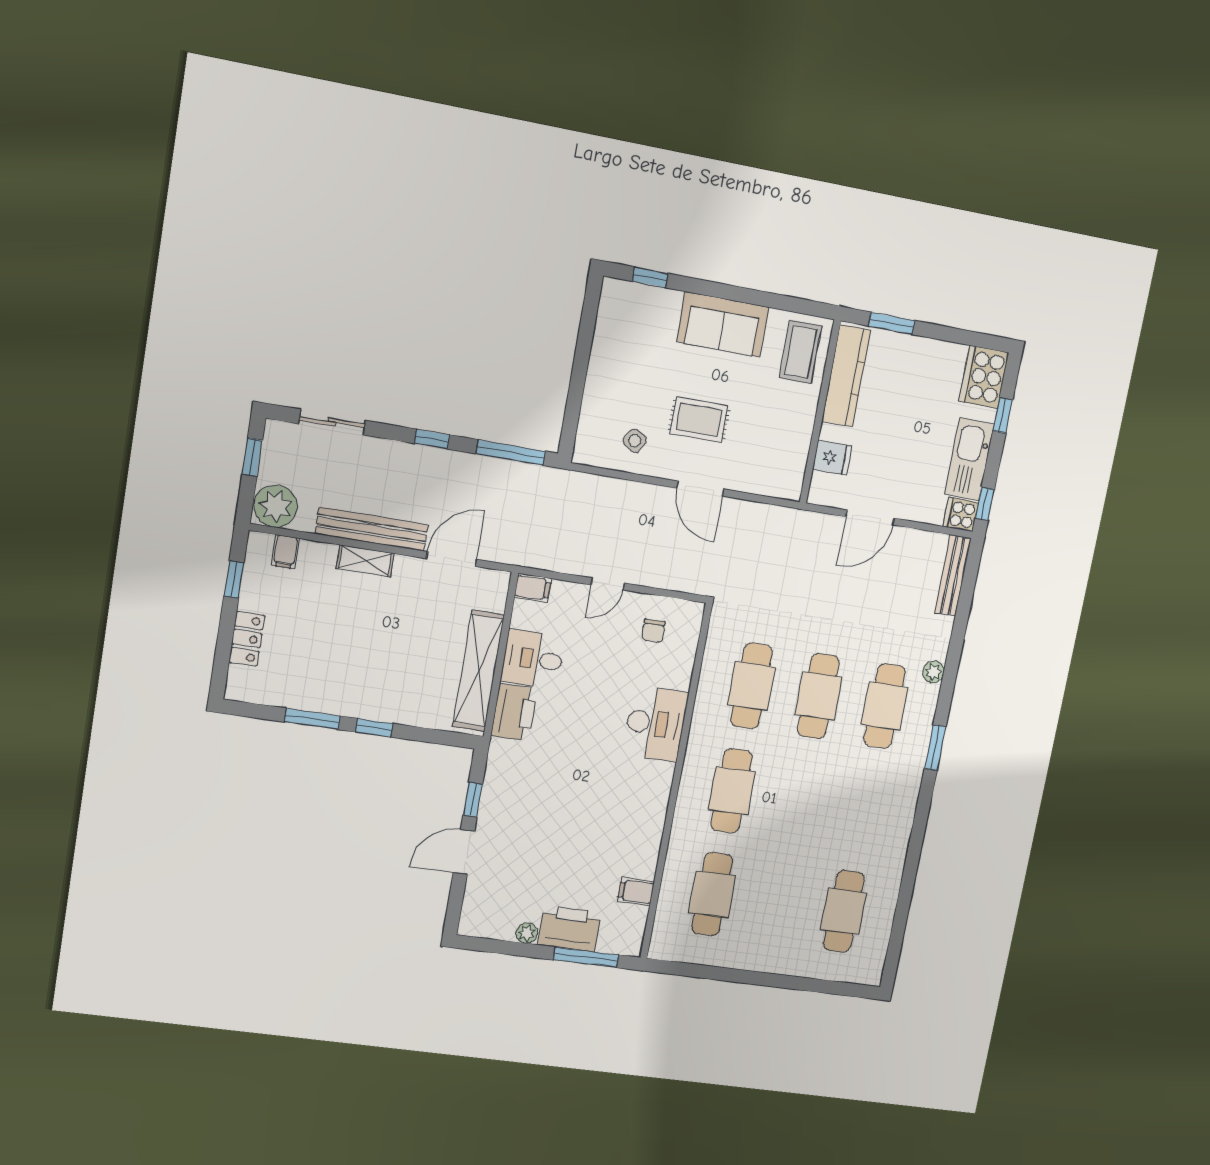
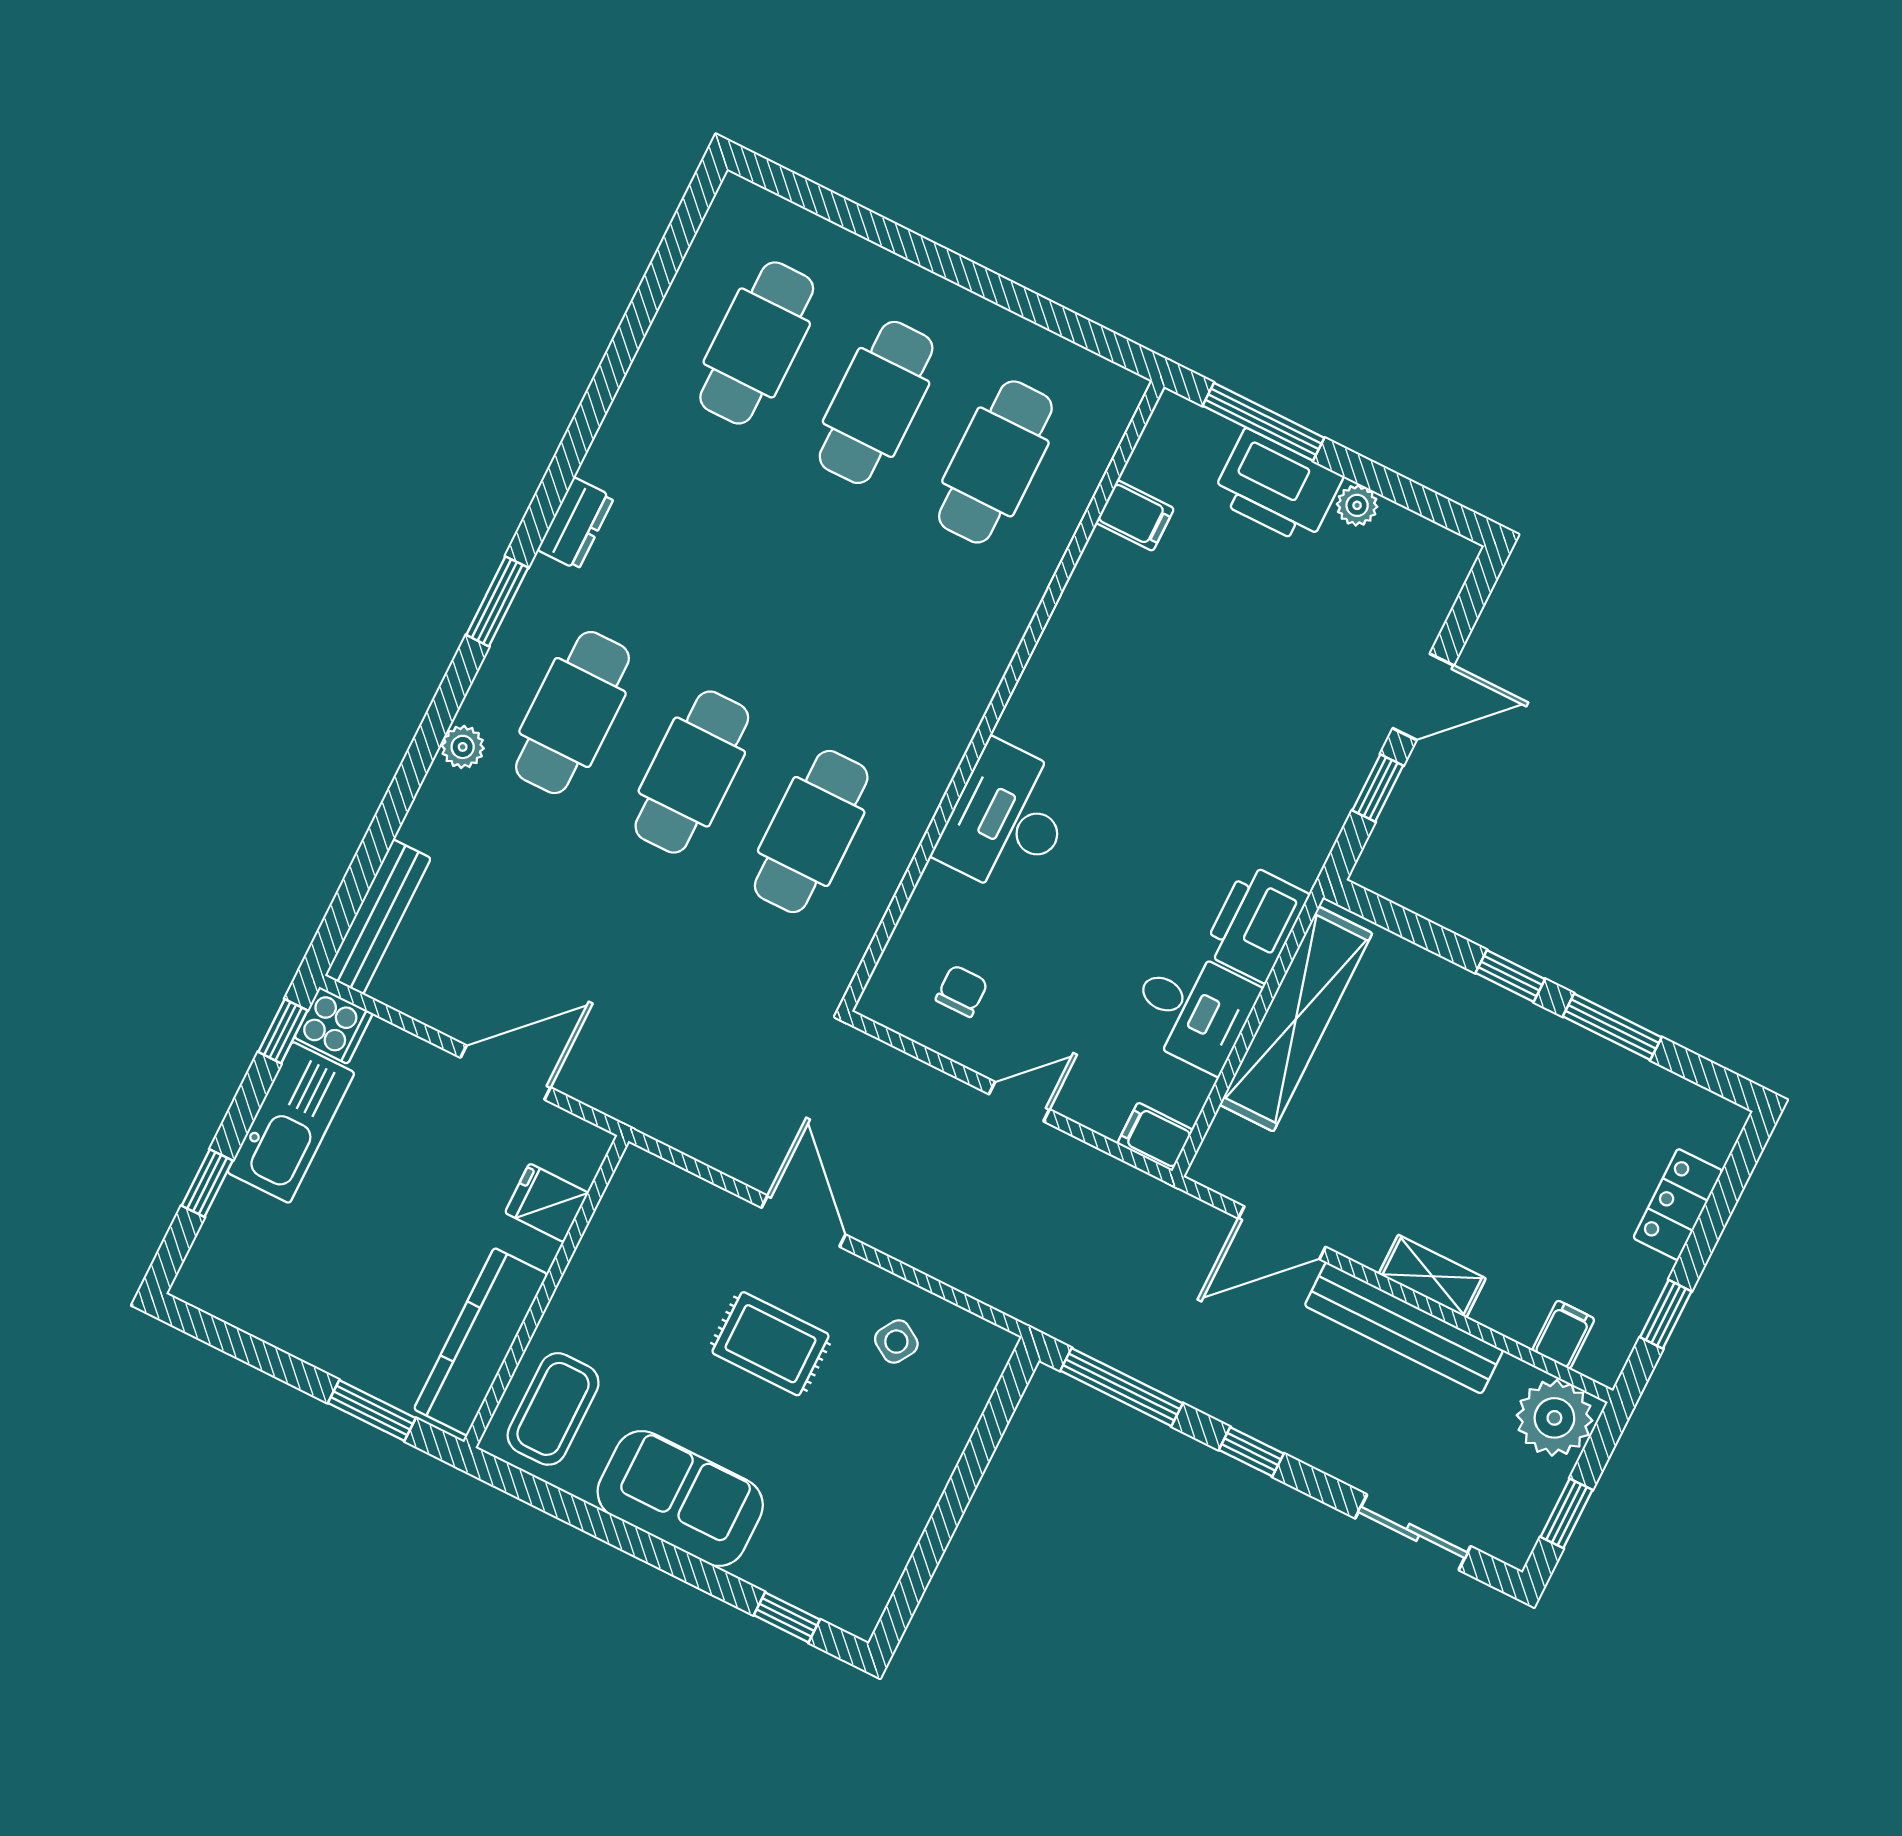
cooker: (984, 377) -> (225, 1264), removed
cafe table: (732, 791) -> (876, 402), moved
dresser: (907, 797) -> (576, 524), added

